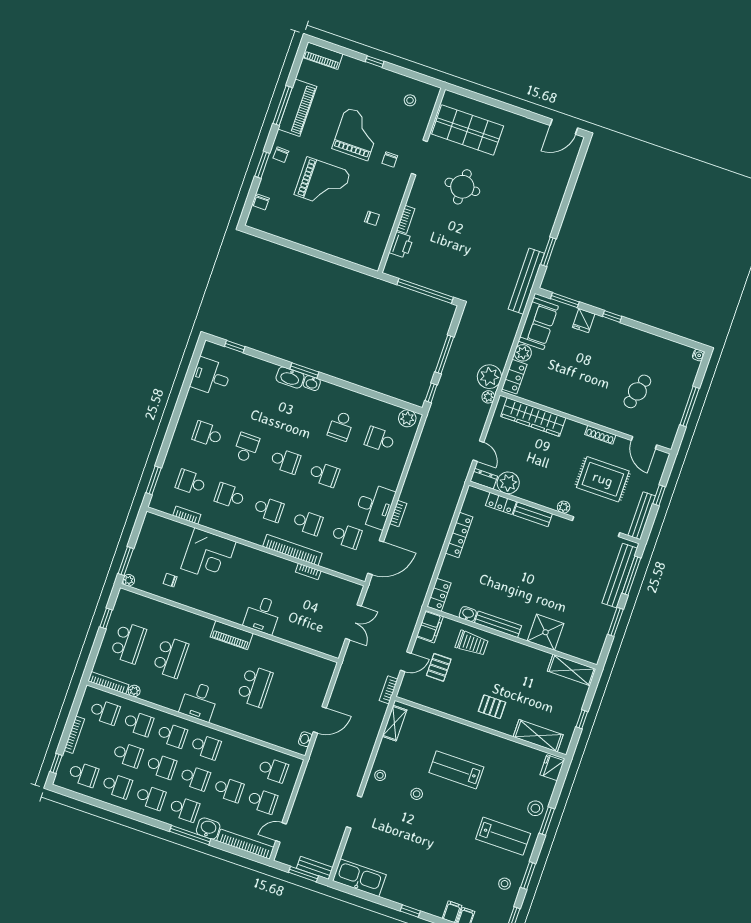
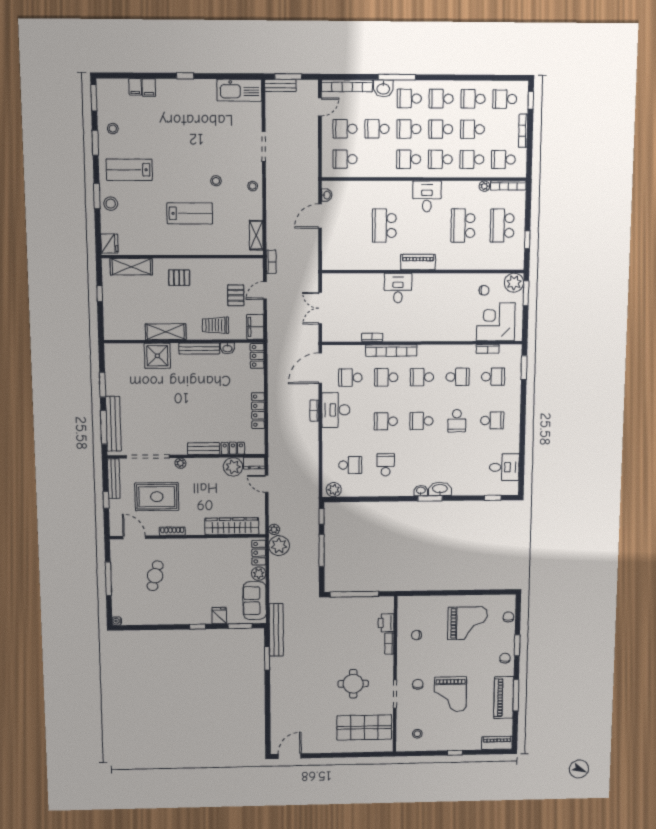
grand piano: (322, 183) -> (468, 623), moved, turned 180
corner desk: (208, 555) -> (496, 322), moved
plant: (129, 580) -> (514, 283), width x1.87, depth x1.87
shelving: (572, 670) -> (166, 332), moved

